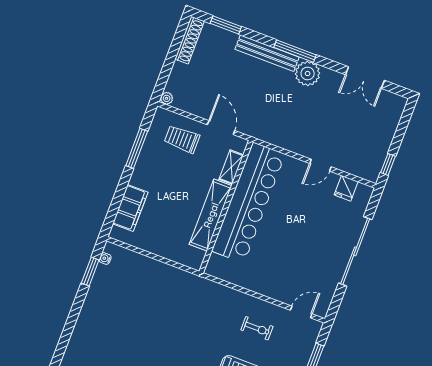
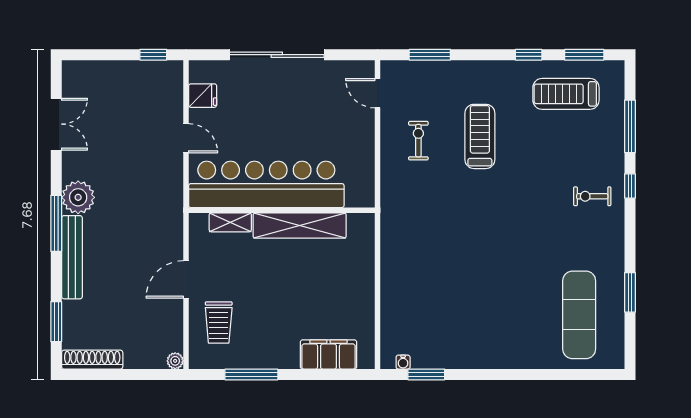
shelving: (231, 167) -> (230, 222), moved
bar counter: (248, 203) -> (266, 184), moved
wall: (226, 207) -> (282, 210), moved
shelving: (211, 215) -> (300, 226), moved

